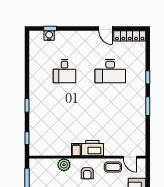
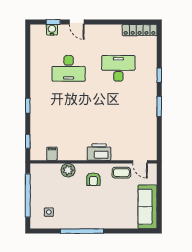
door: (106, 28) -> (77, 22), moved
desk: (64, 71) -> (69, 68), width x1.37
desk: (110, 71) -> (118, 68), turned 180
filing cabinet: (76, 150) -> (52, 154), moved

